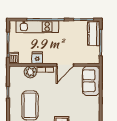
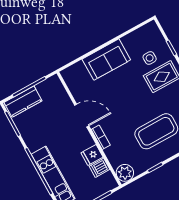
dishwasher: (14, 58) -> (99, 168), moved
plant: (30, 72) -> (125, 173), moved
sofa: (91, 81) -> (106, 60), moved

